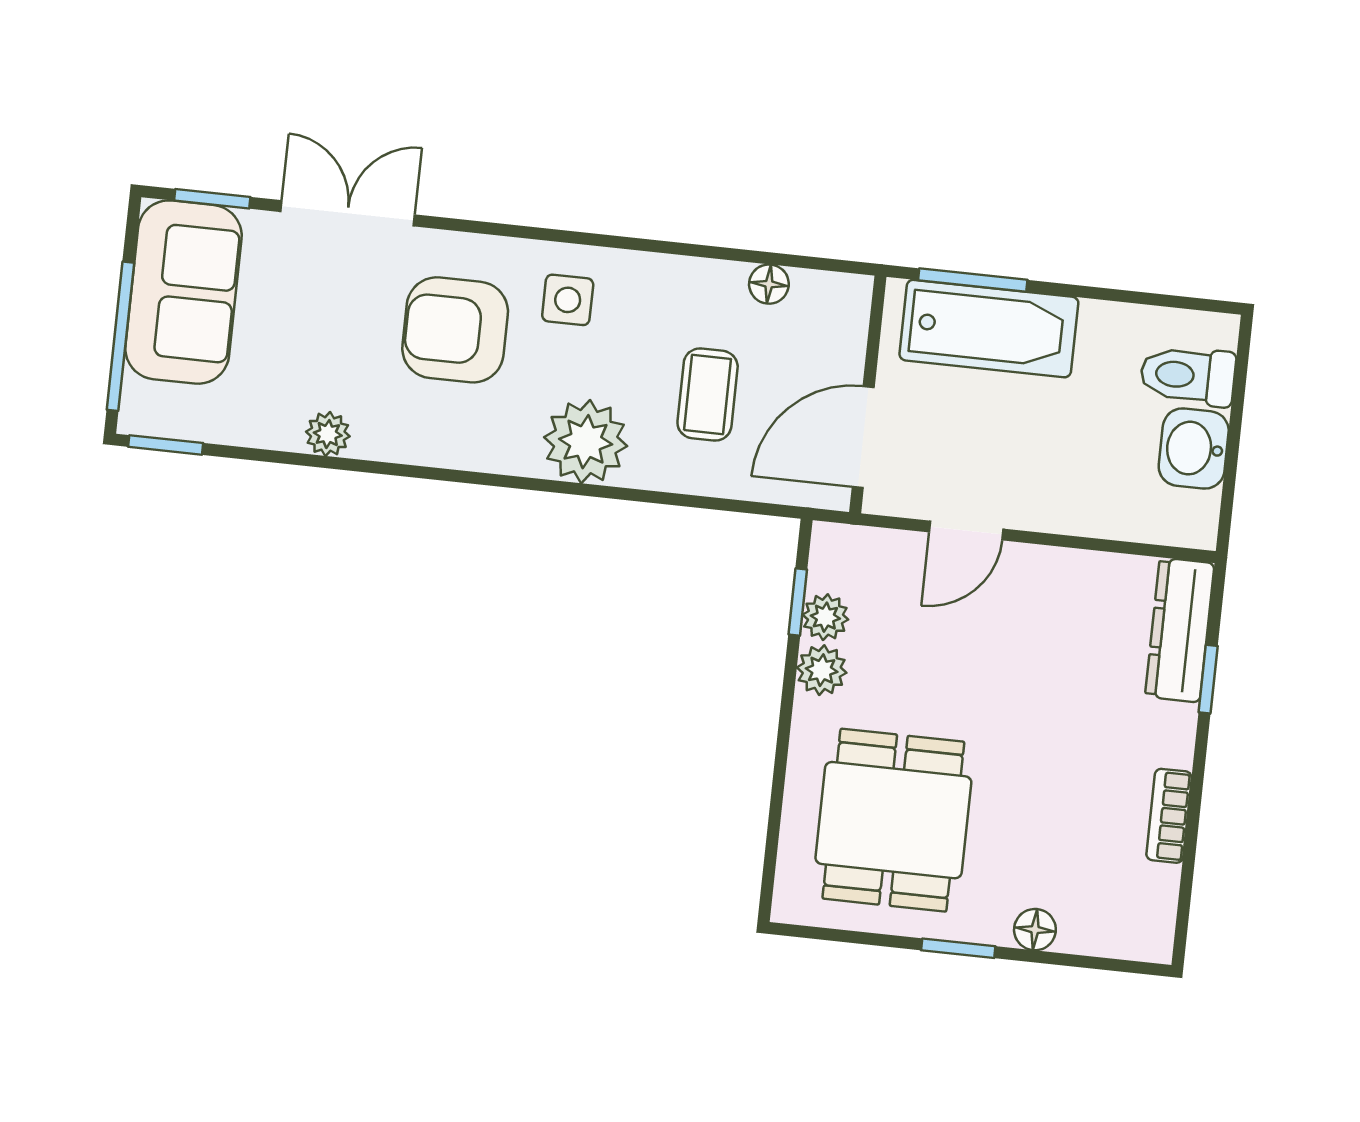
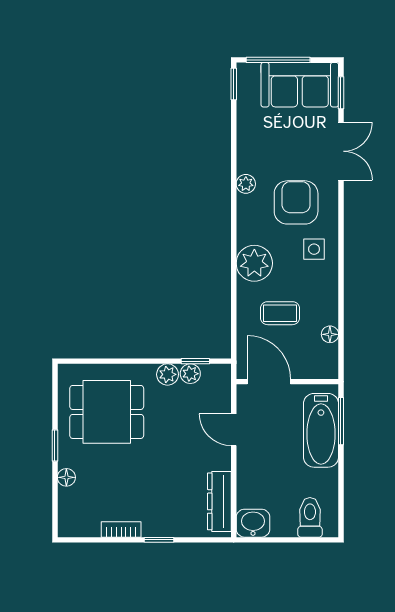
plant: (328, 434) -> (246, 184), moved
washbasin: (1194, 449) -> (253, 523), moved
dresser: (1180, 630) -> (219, 501), moved, turned -90
window: (1208, 679) -> (159, 540), moved

